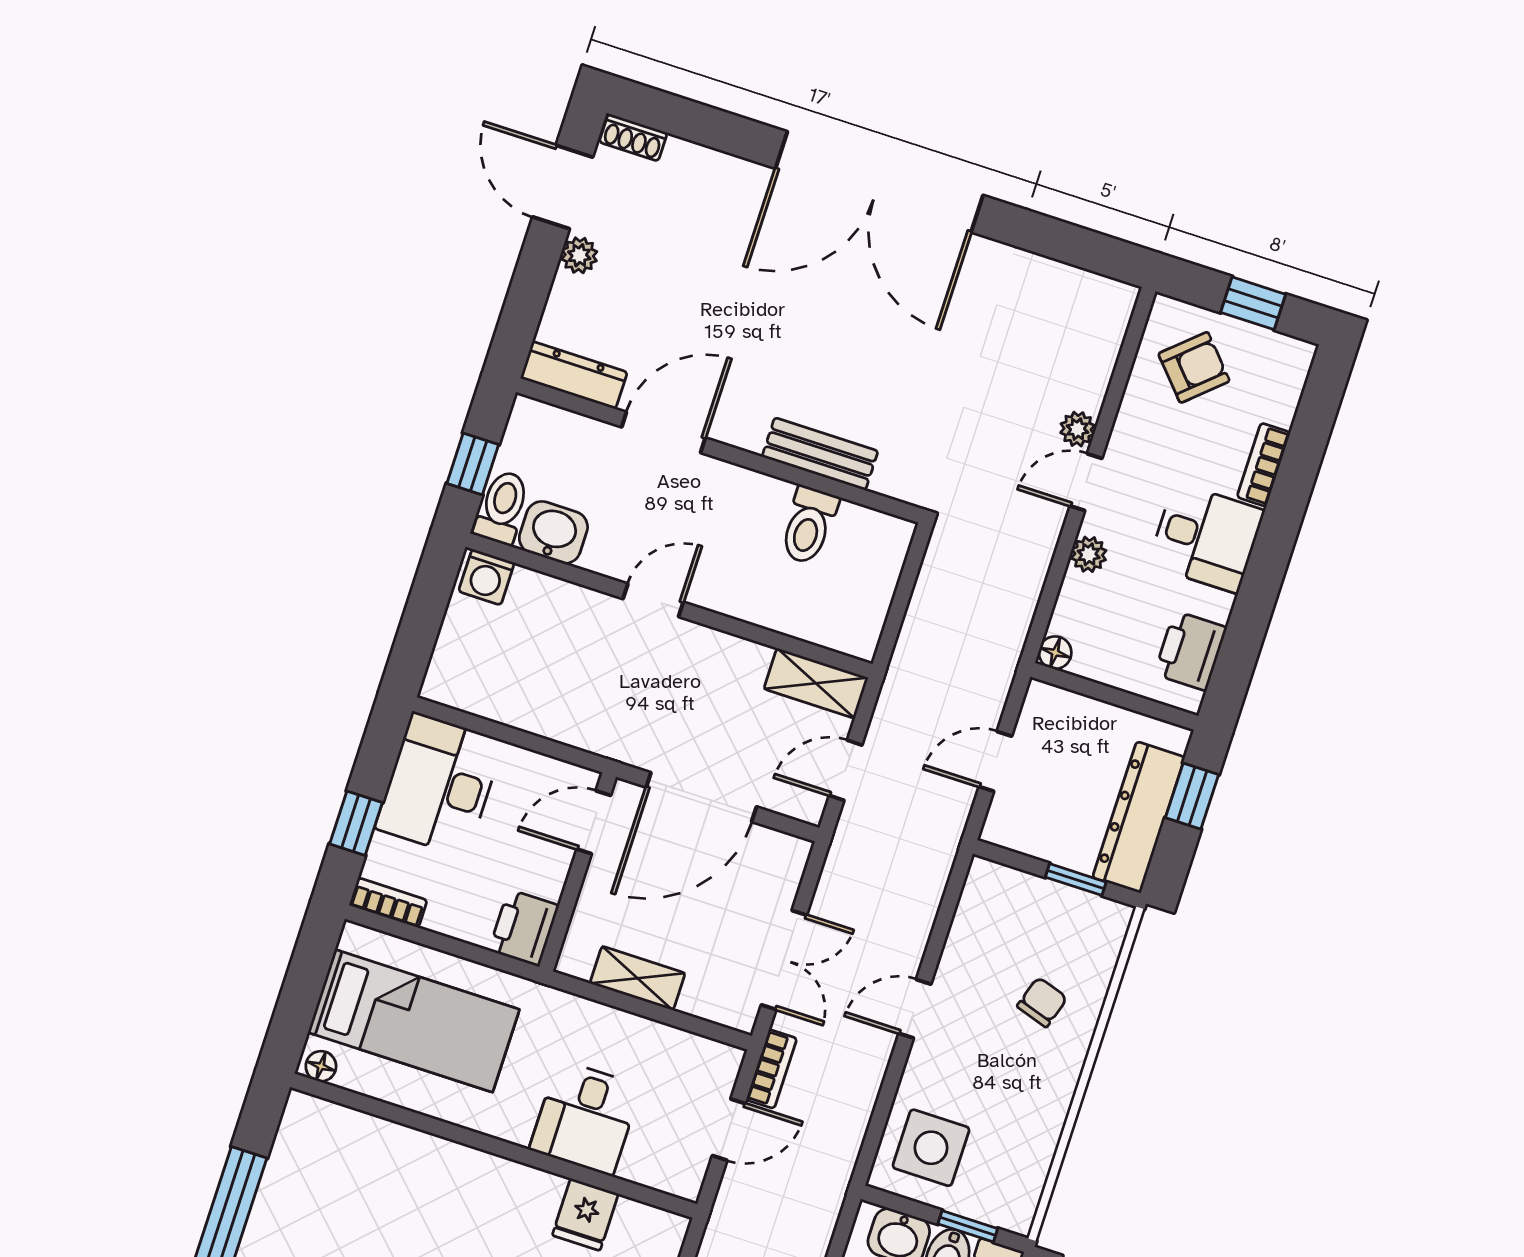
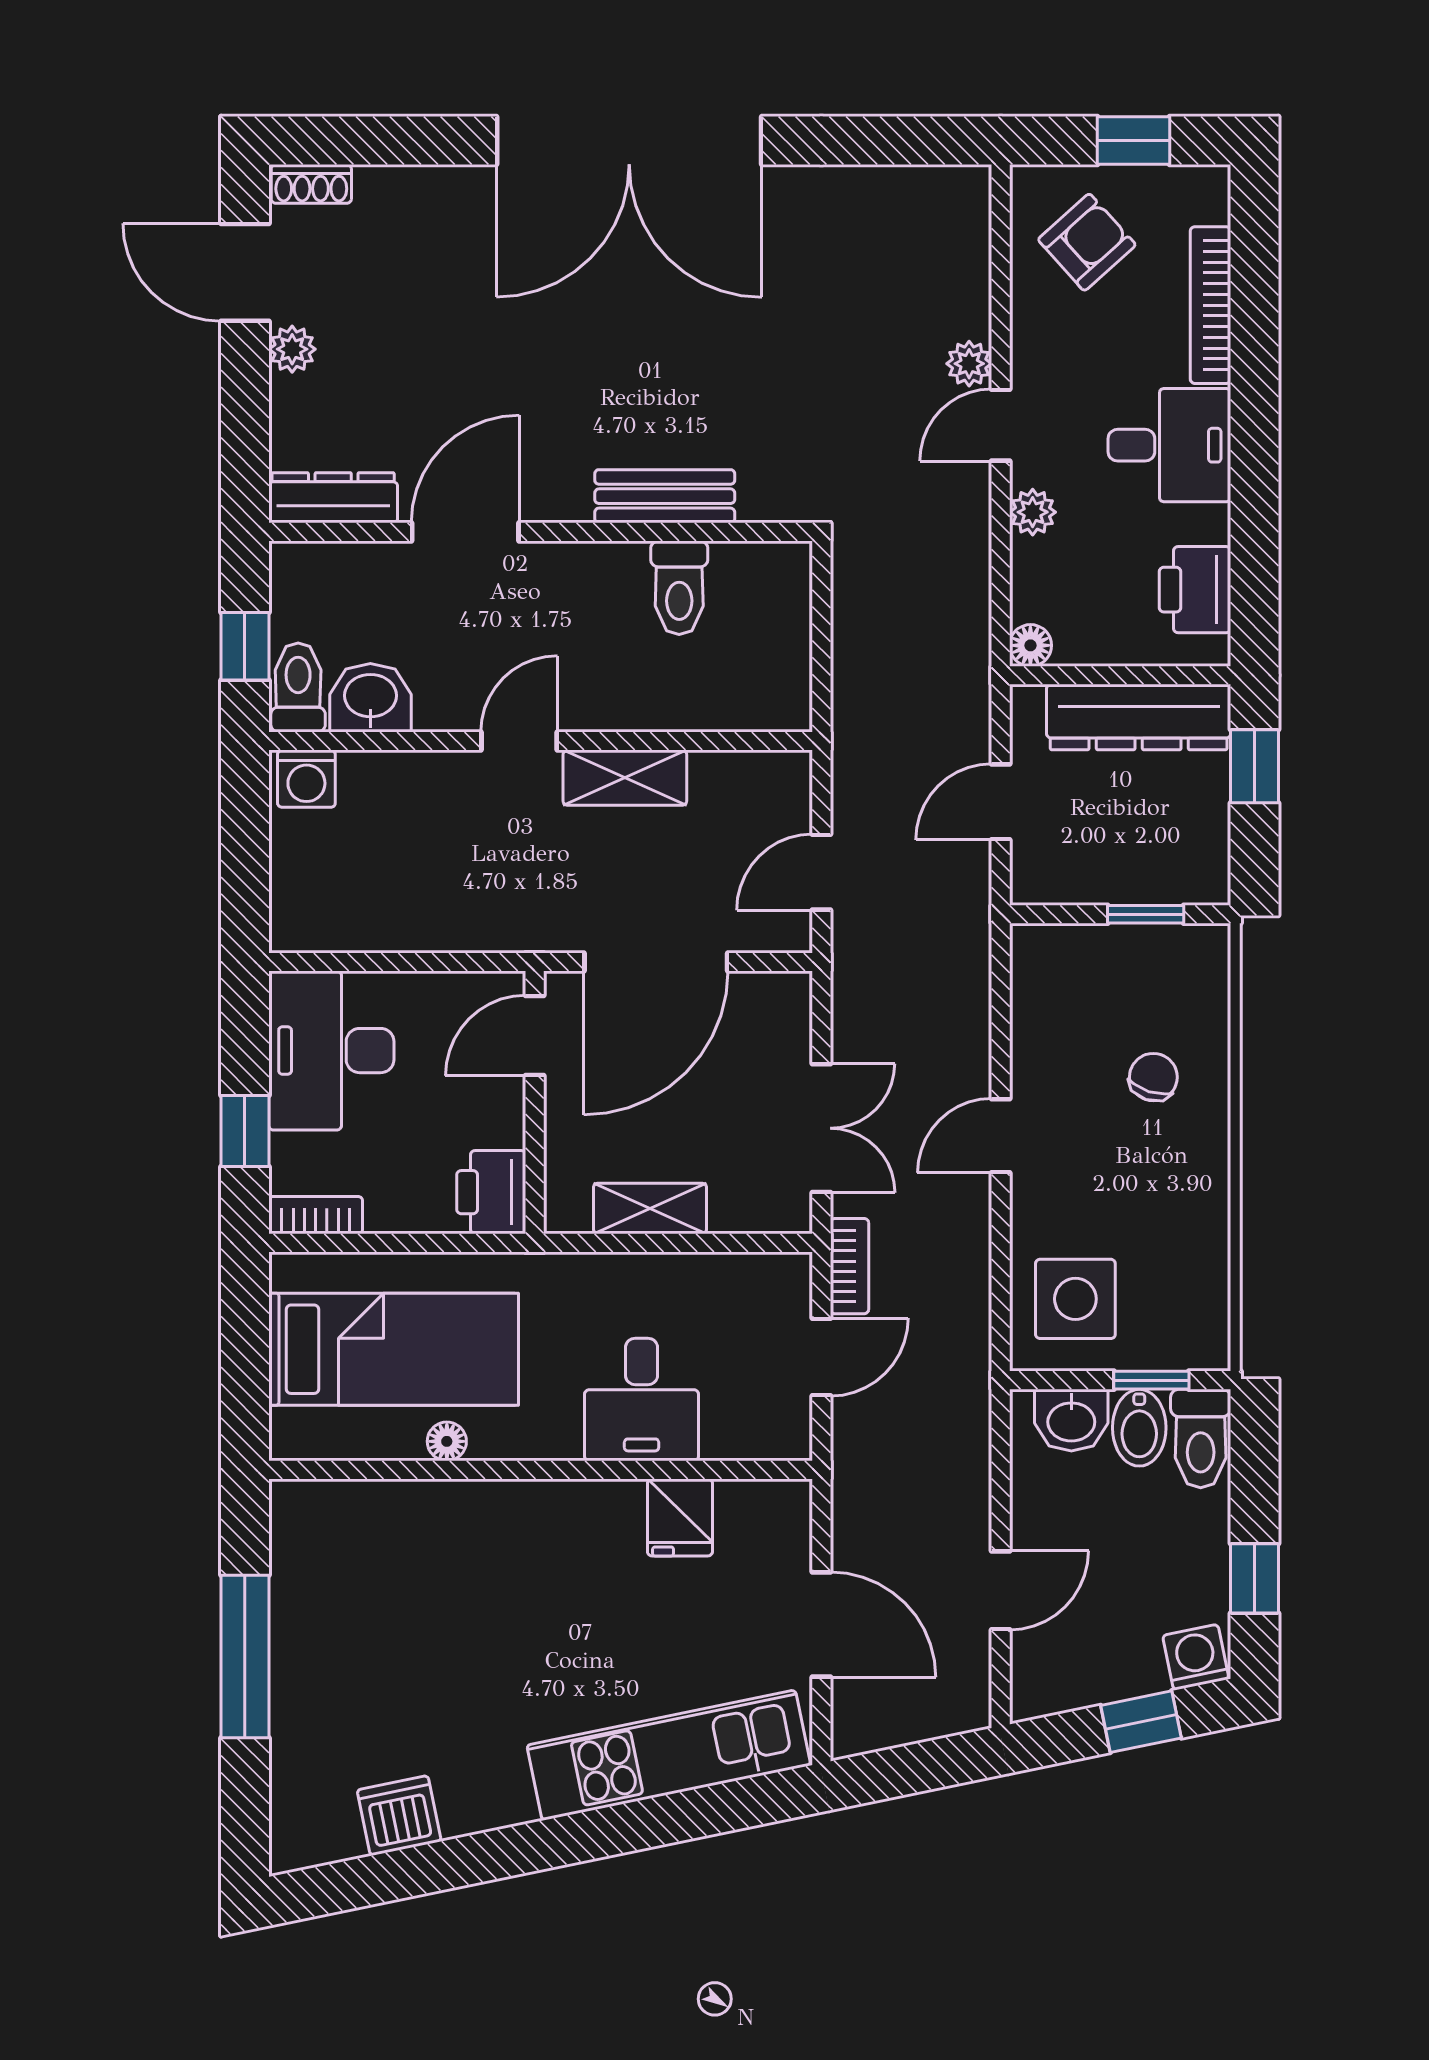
bookcase: (1264, 465) -> (1211, 305), width x1.56
shelving: (816, 683) -> (625, 778), moved
dresser: (1139, 817) -> (1139, 717), moved, turned -90
floor lamp: (321, 1066) -> (447, 1441), moved

